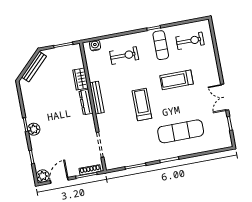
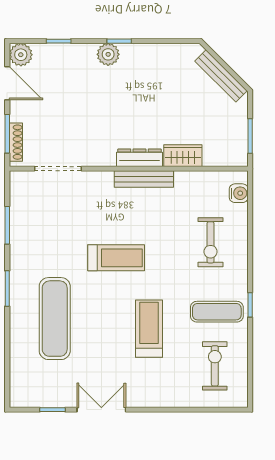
exercise bike: (190, 41) -> (215, 366), turned 180

